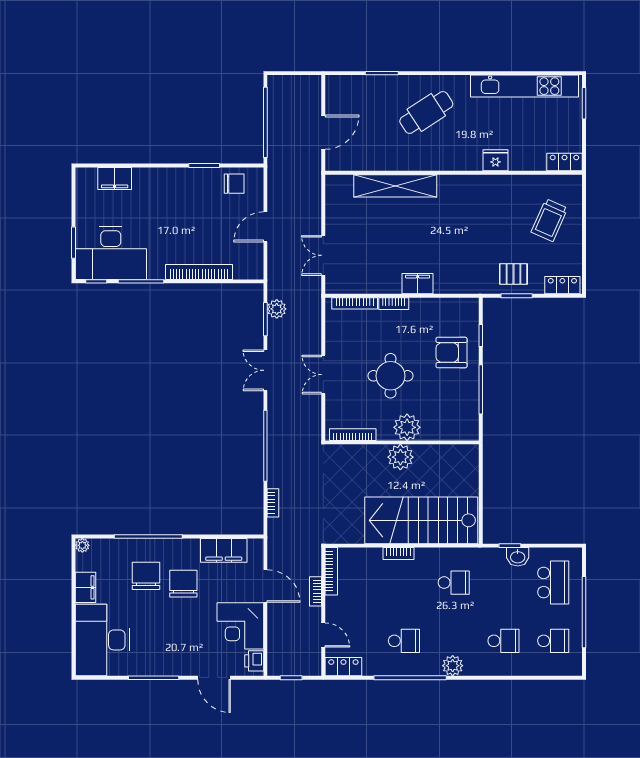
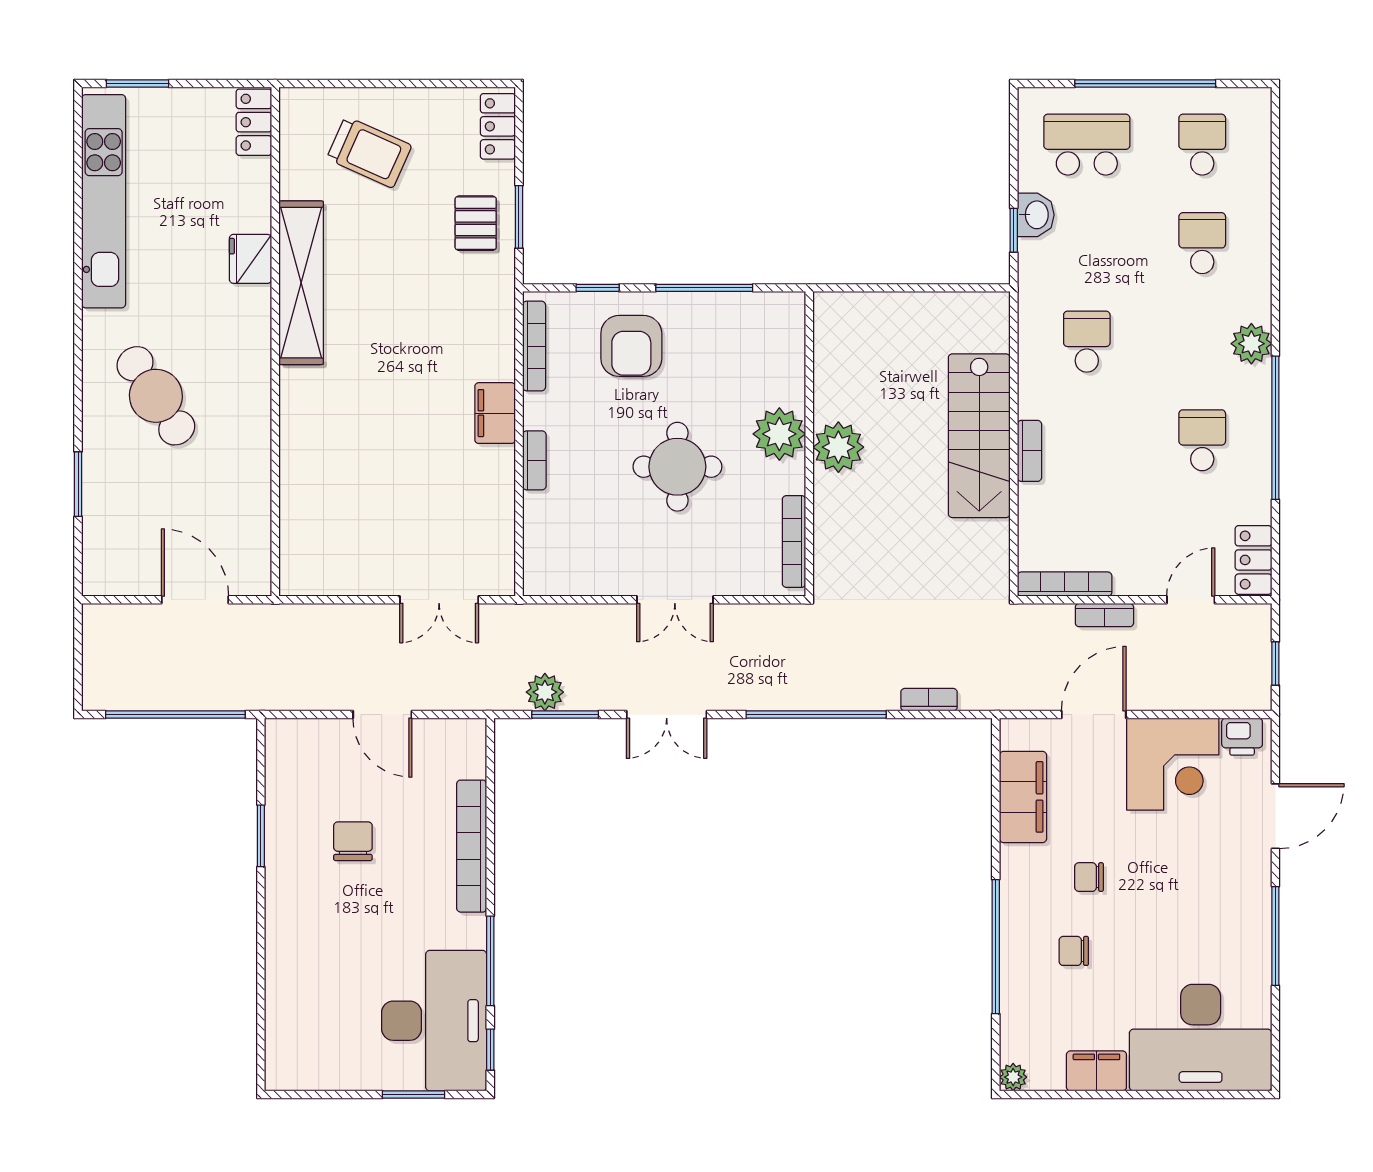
filing cabinet: (115, 179) -> (287, 1013), removed
chair: (234, 184) -> (353, 841), moved
shelving: (395, 186) -> (301, 283), moved
bookcase: (355, 303) -> (534, 346), moved
stairs: (421, 520) -> (979, 436), width x0.73, depth x0.66
chair: (146, 576) -> (1074, 951), width x0.54, depth x0.54
chair: (183, 584) -> (1089, 877), width x0.54, depth x0.54

